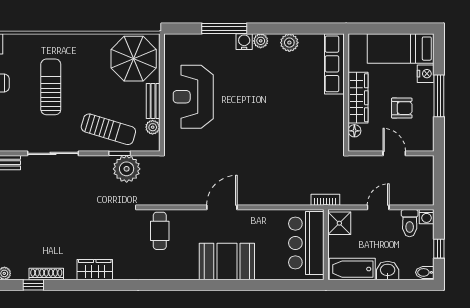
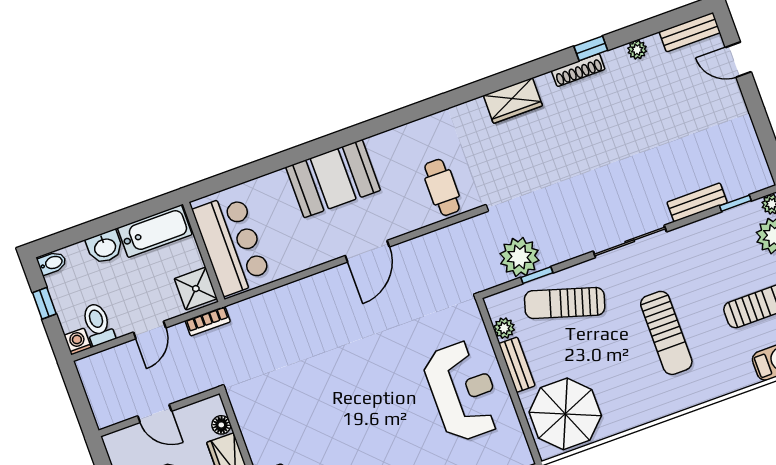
bookcase: (325, 200) -> (208, 321), moved

